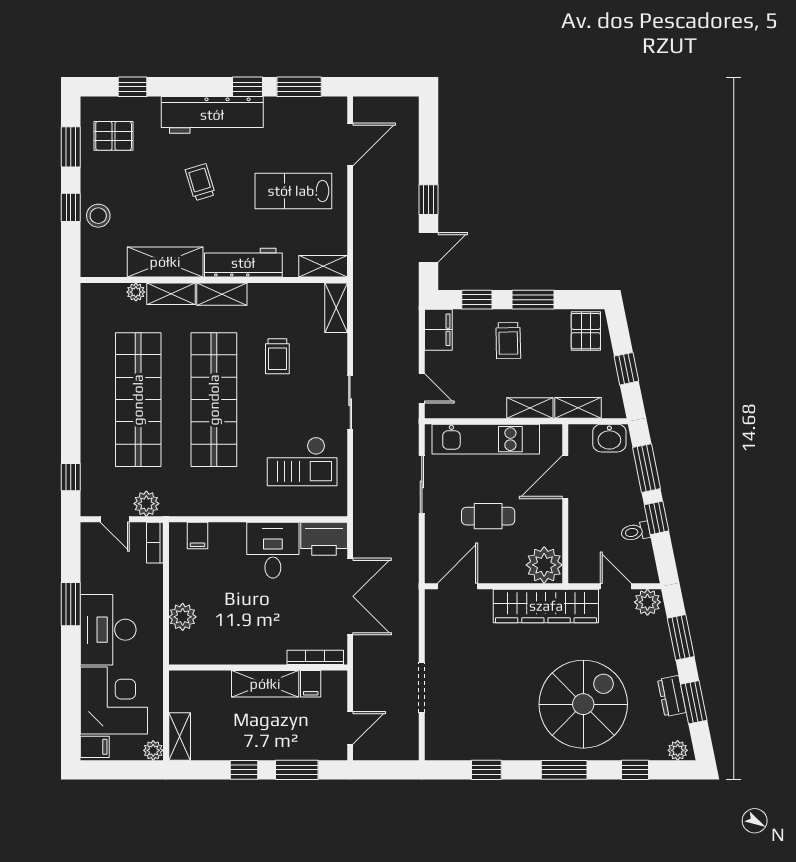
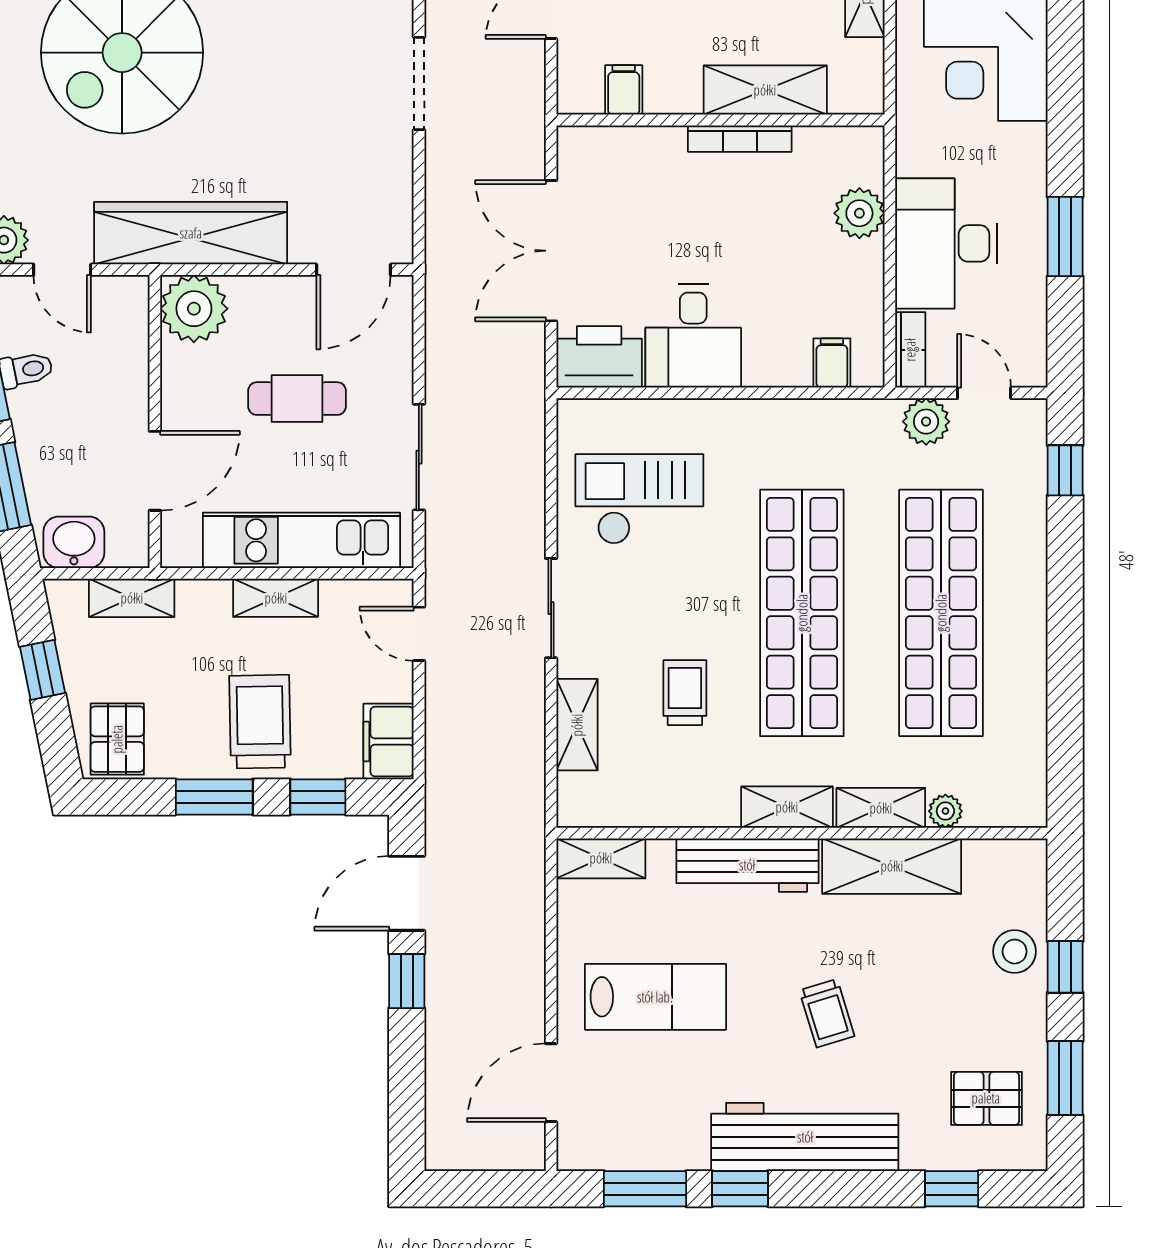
door: (429, 247) -> (407, 893), width x1.38
shelving: (336, 308) -> (577, 725), moved
trolley: (508, 341) -> (260, 722), width x1.36, depth x1.39
shelving: (530, 408) -> (276, 598), moved
desk: (108, 630) -> (946, 243), moved, turned 180
bookcase: (315, 657) -> (740, 139), moved
shelving: (265, 684) -> (765, 90), moved

